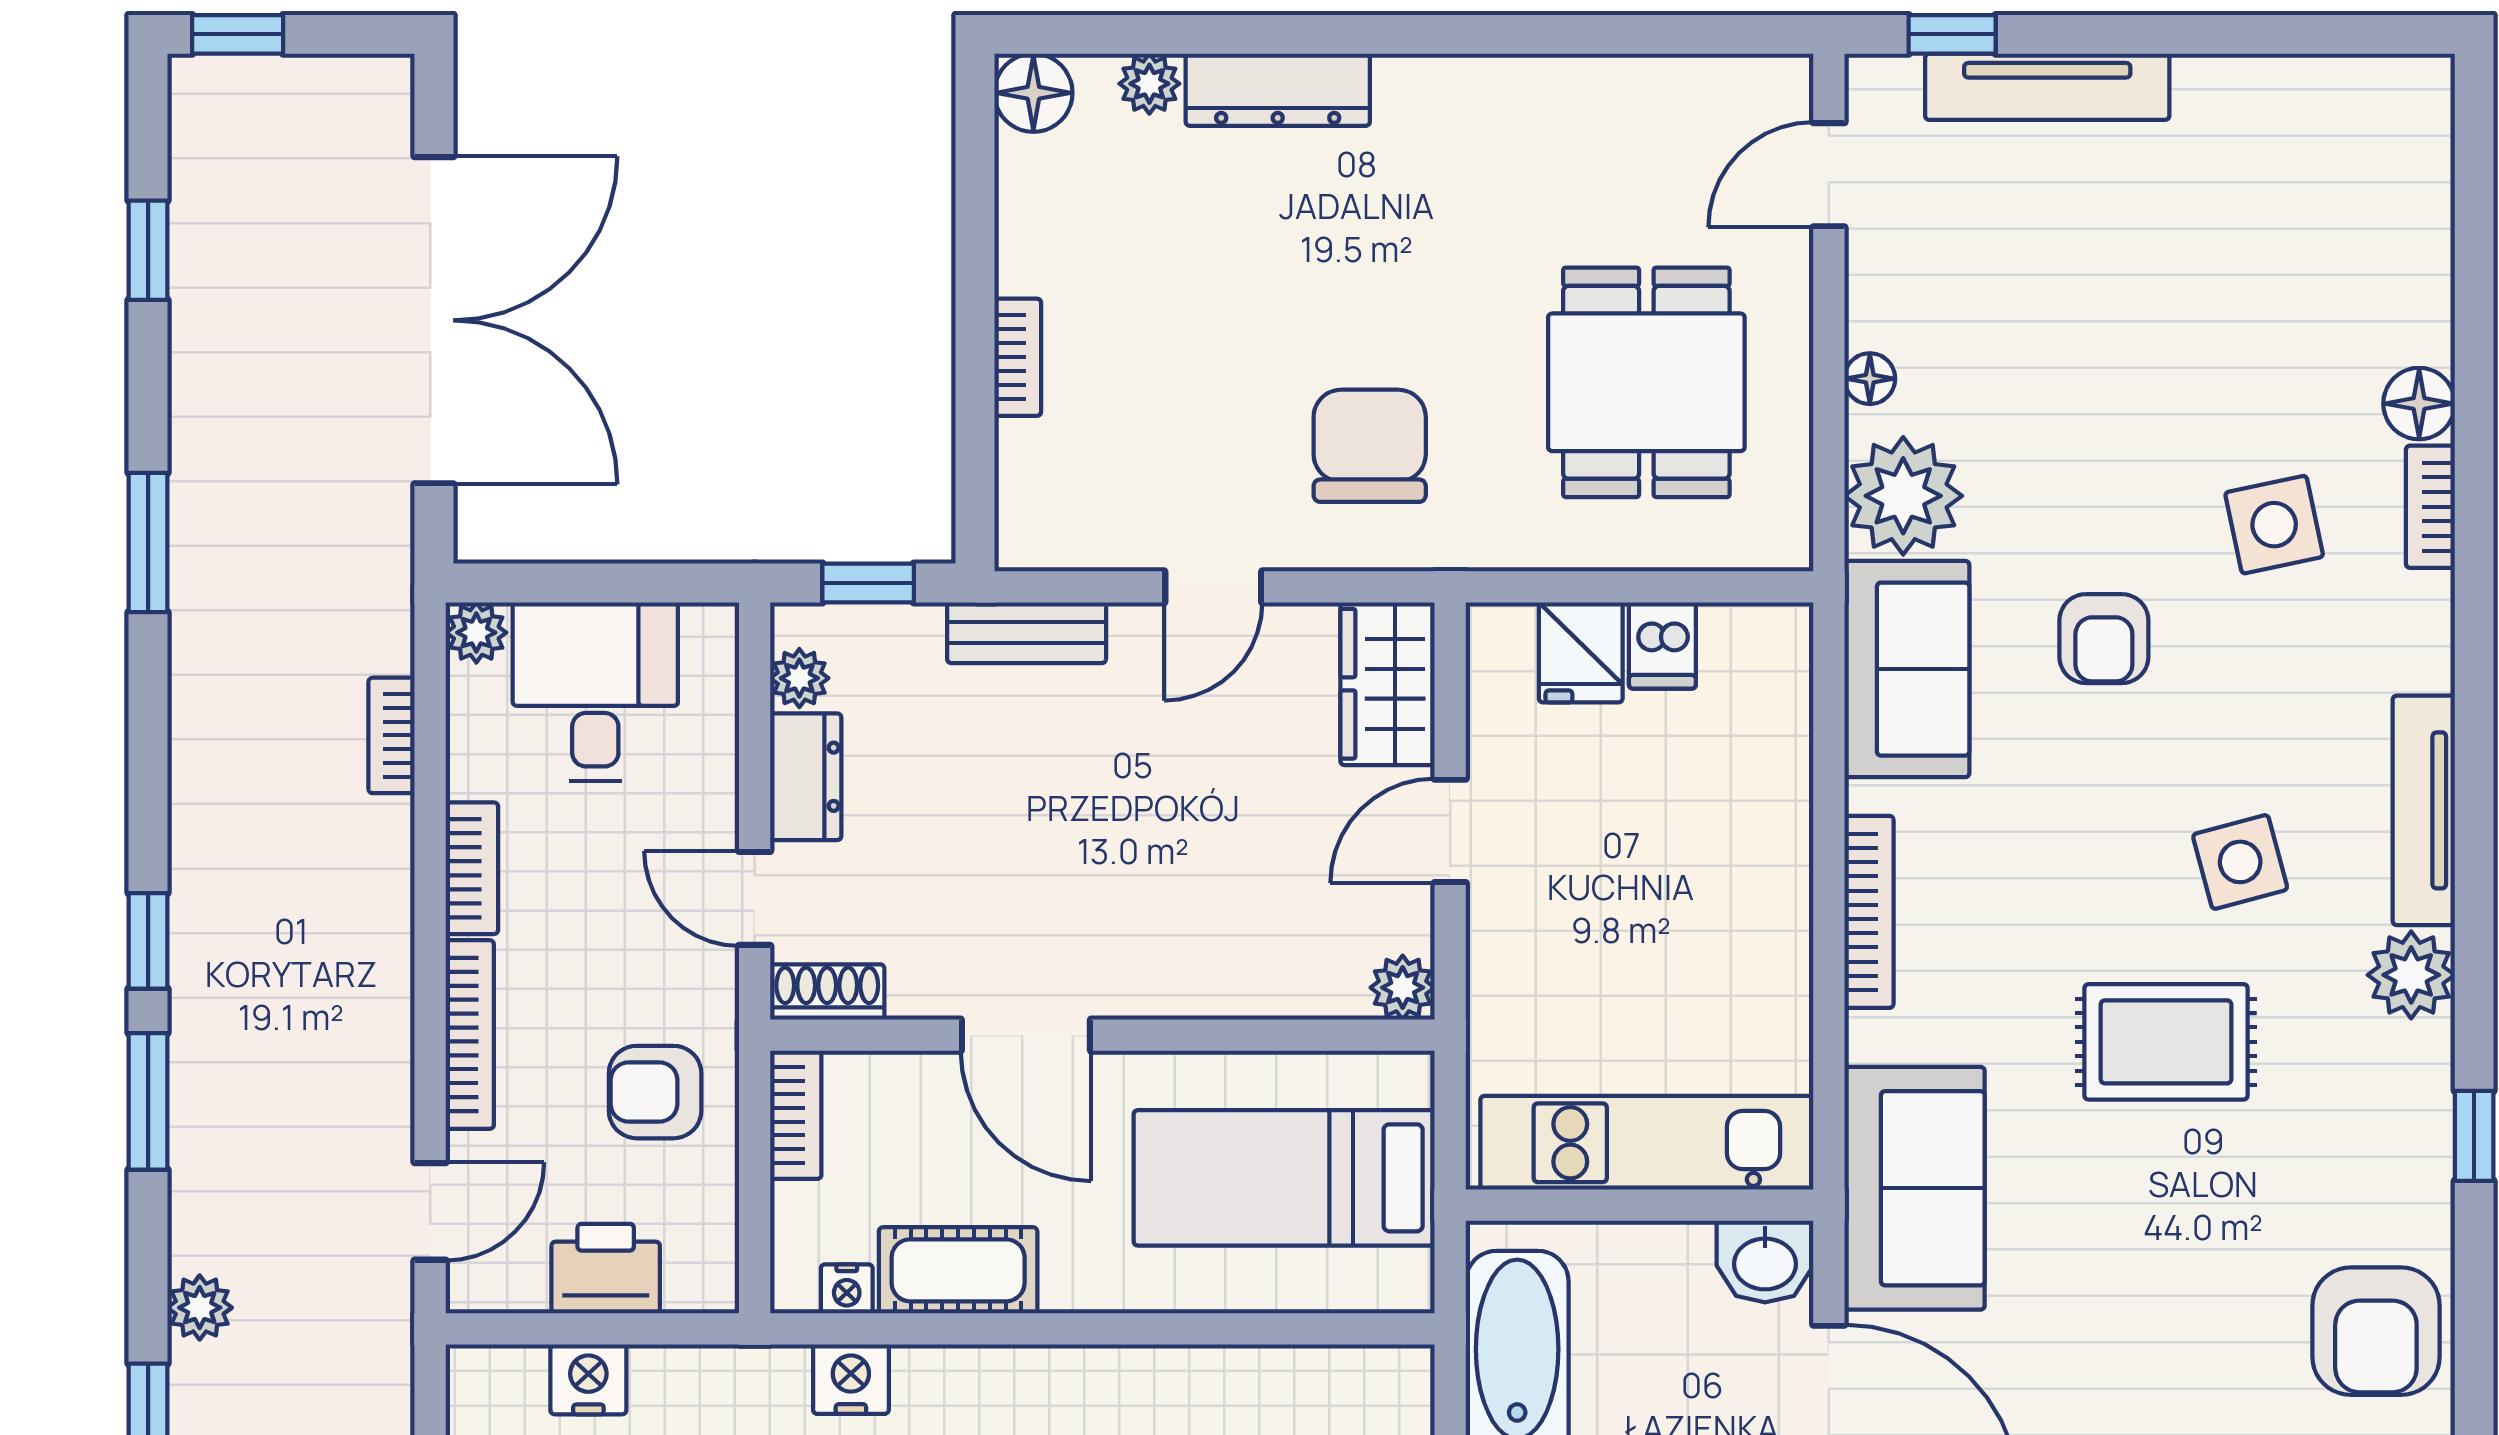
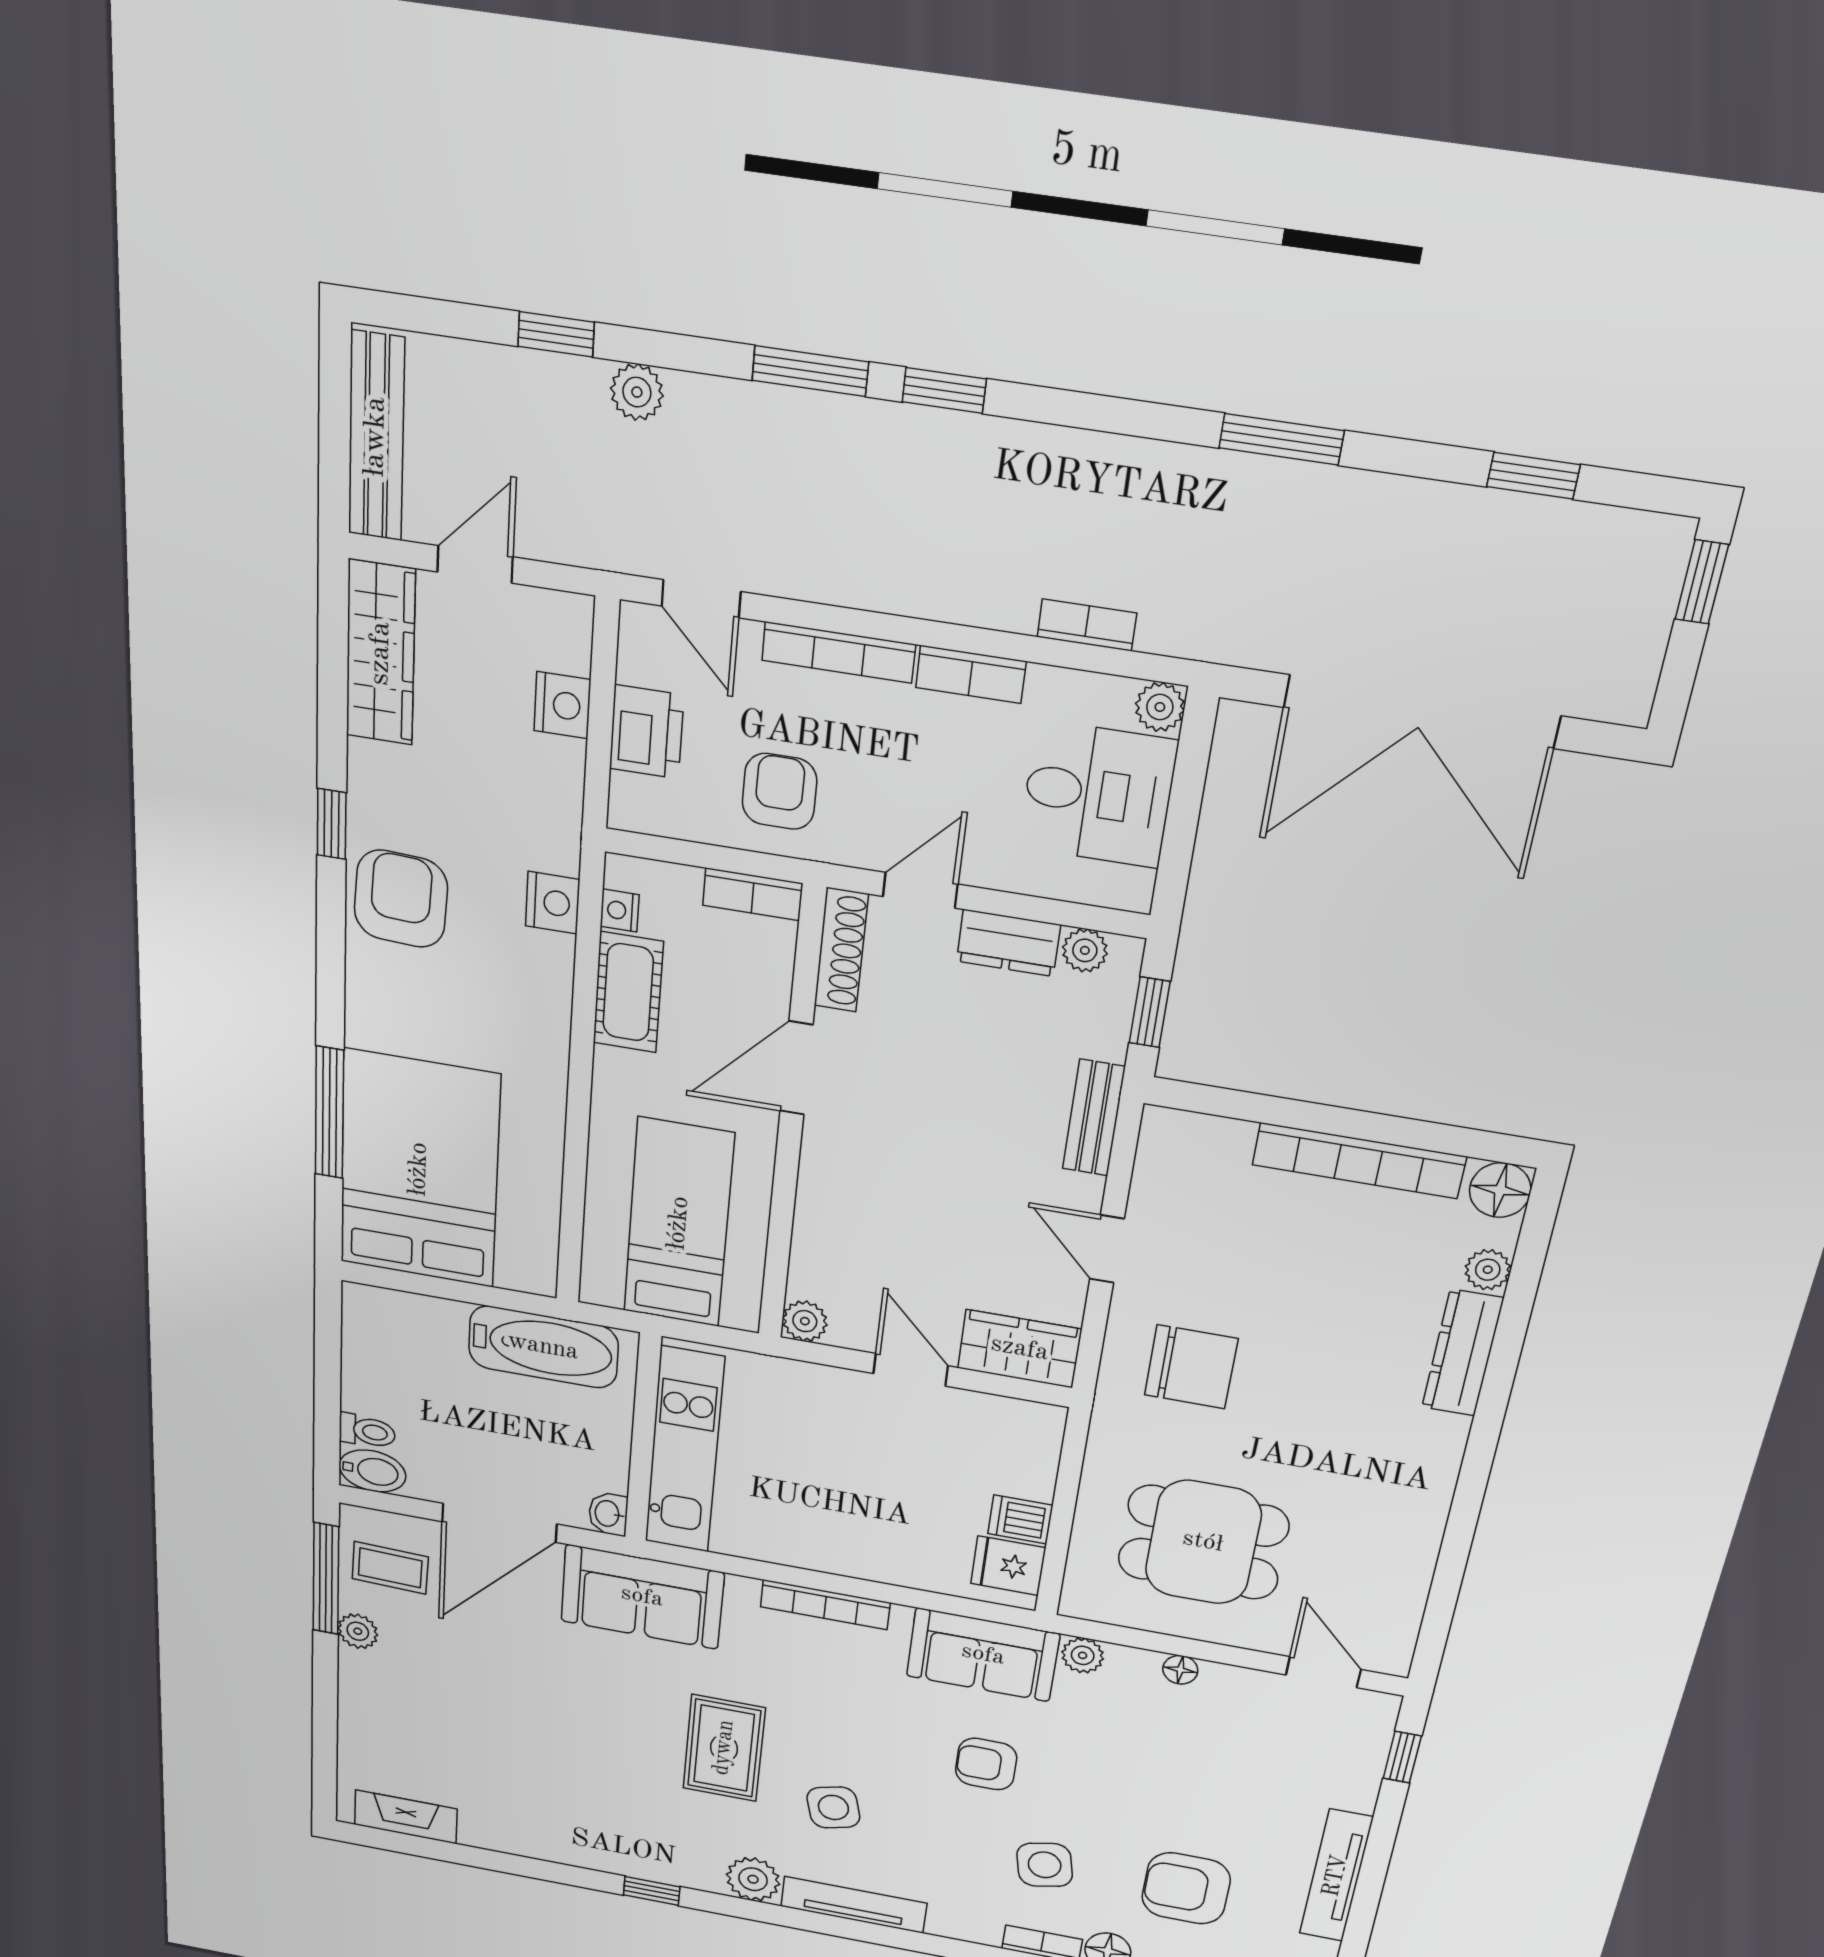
tv unit: (2047, 87) -> (1336, 1876), moved
bookcase: (1018, 357) -> (1359, 1161), width x2.31, depth x1.31
plant: (1903, 496) -> (1083, 1655), width x0.53, depth x0.53
fridge: (1581, 652) -> (1008, 1566), moved
shoe rack: (827, 992) -> (841, 950), width x1.43
washbasin: (1765, 1262) -> (608, 1514), width x0.72, depth x0.69
armchair: (2376, 1331) -> (1186, 1888), moved

